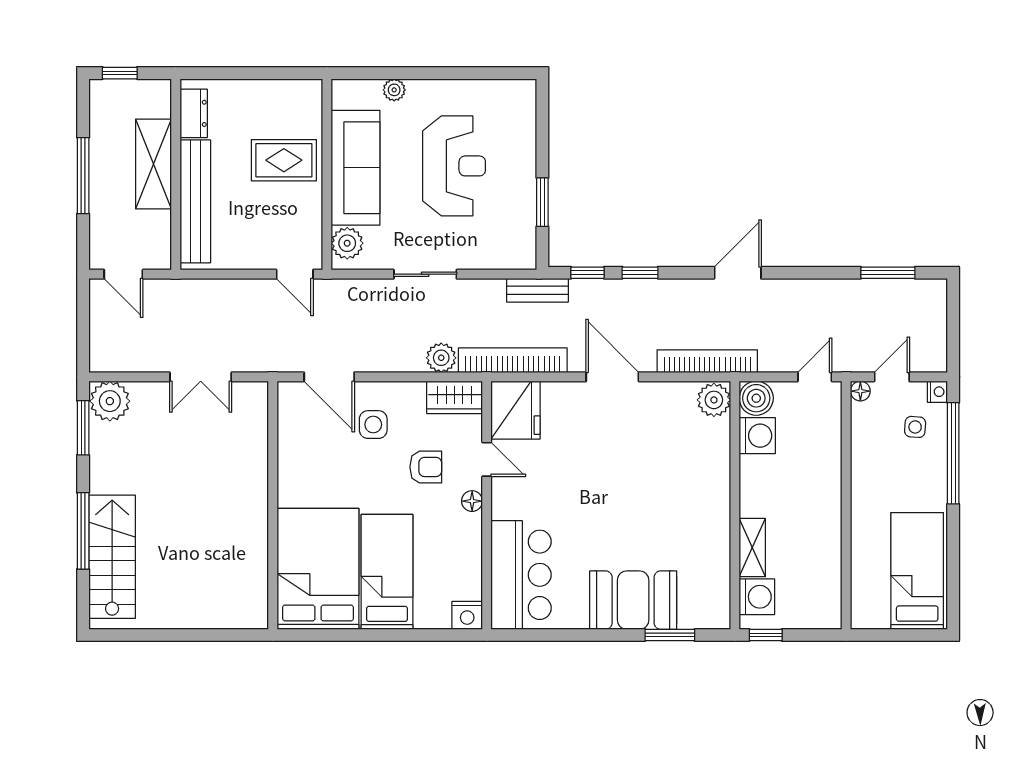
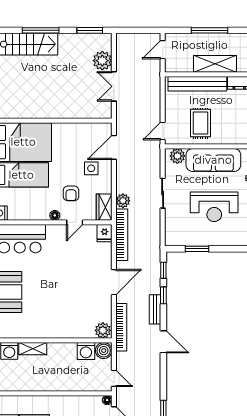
rug: (284, 160) -> (200, 123), moved
bench: (537, 290) -> (155, 309), moved
plant: (110, 401) -> (102, 61), moved
fridge: (516, 410) -> (105, 233), width x0.53, depth x0.75

